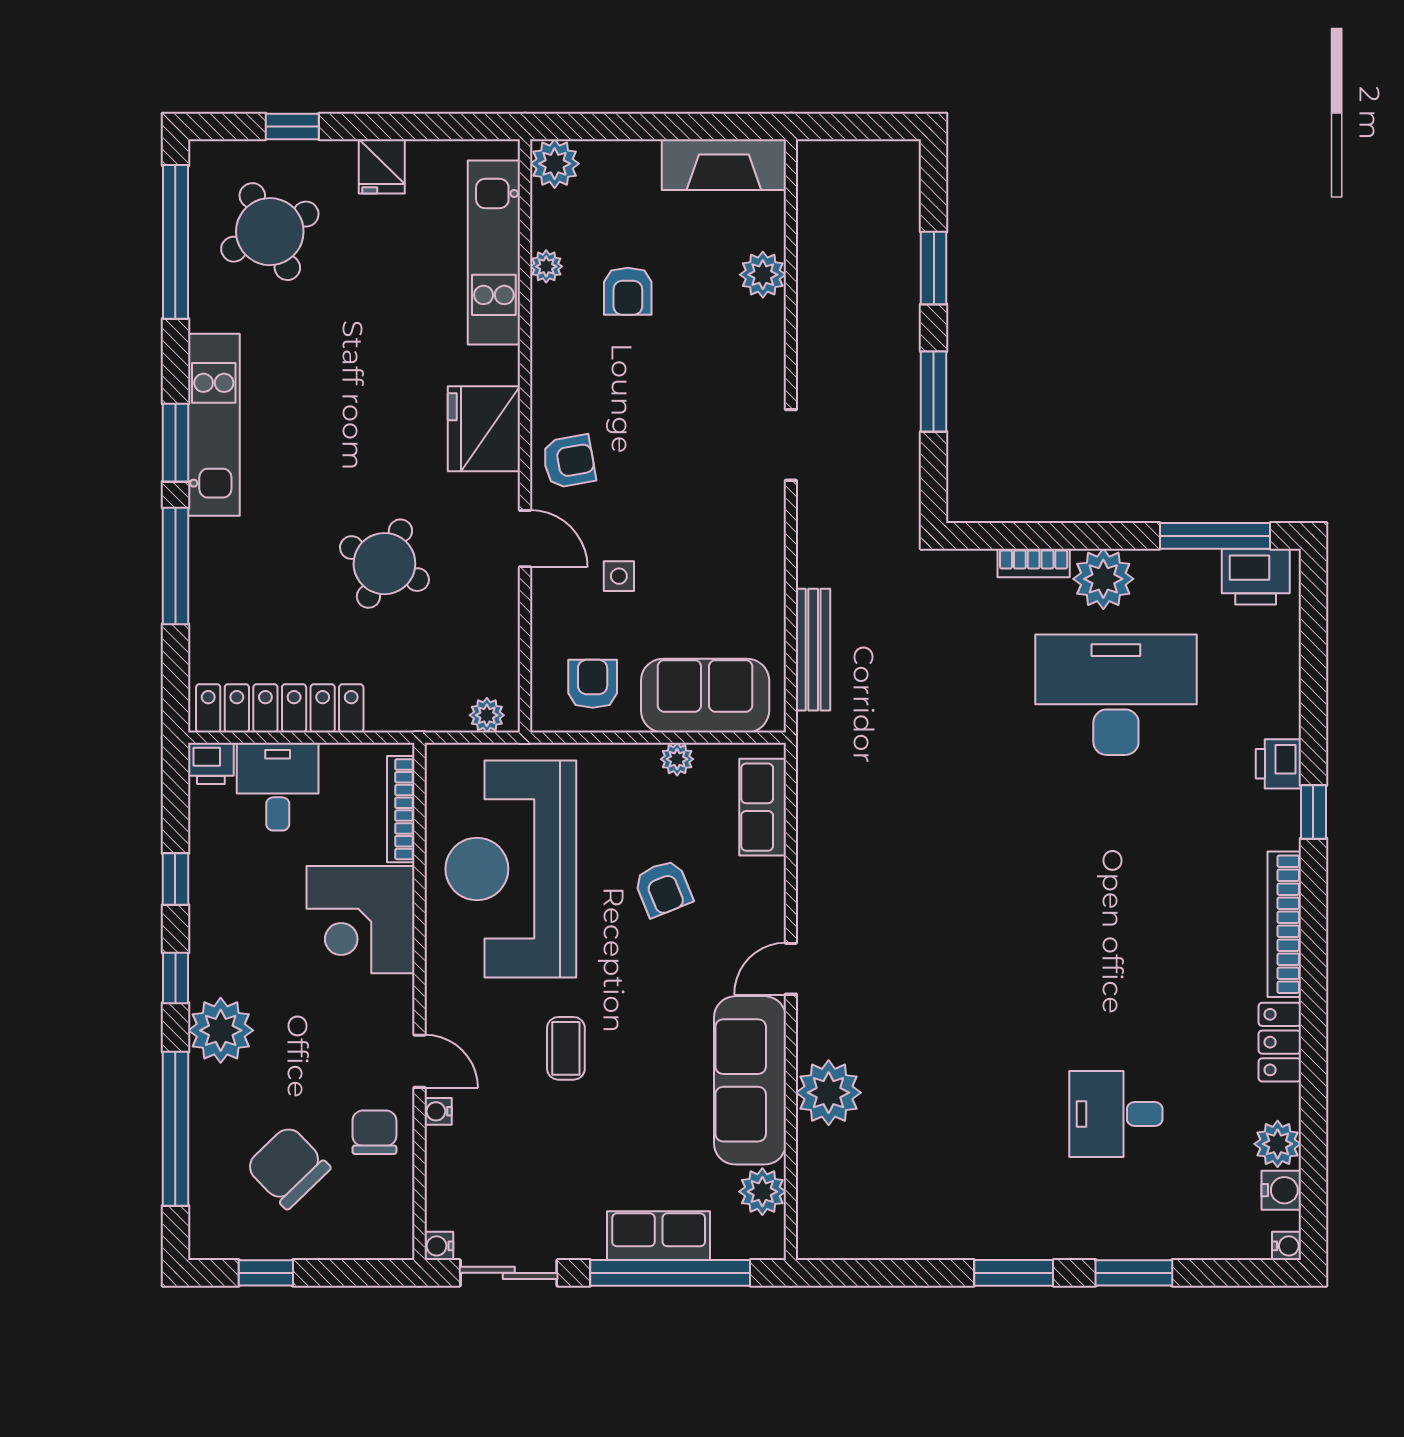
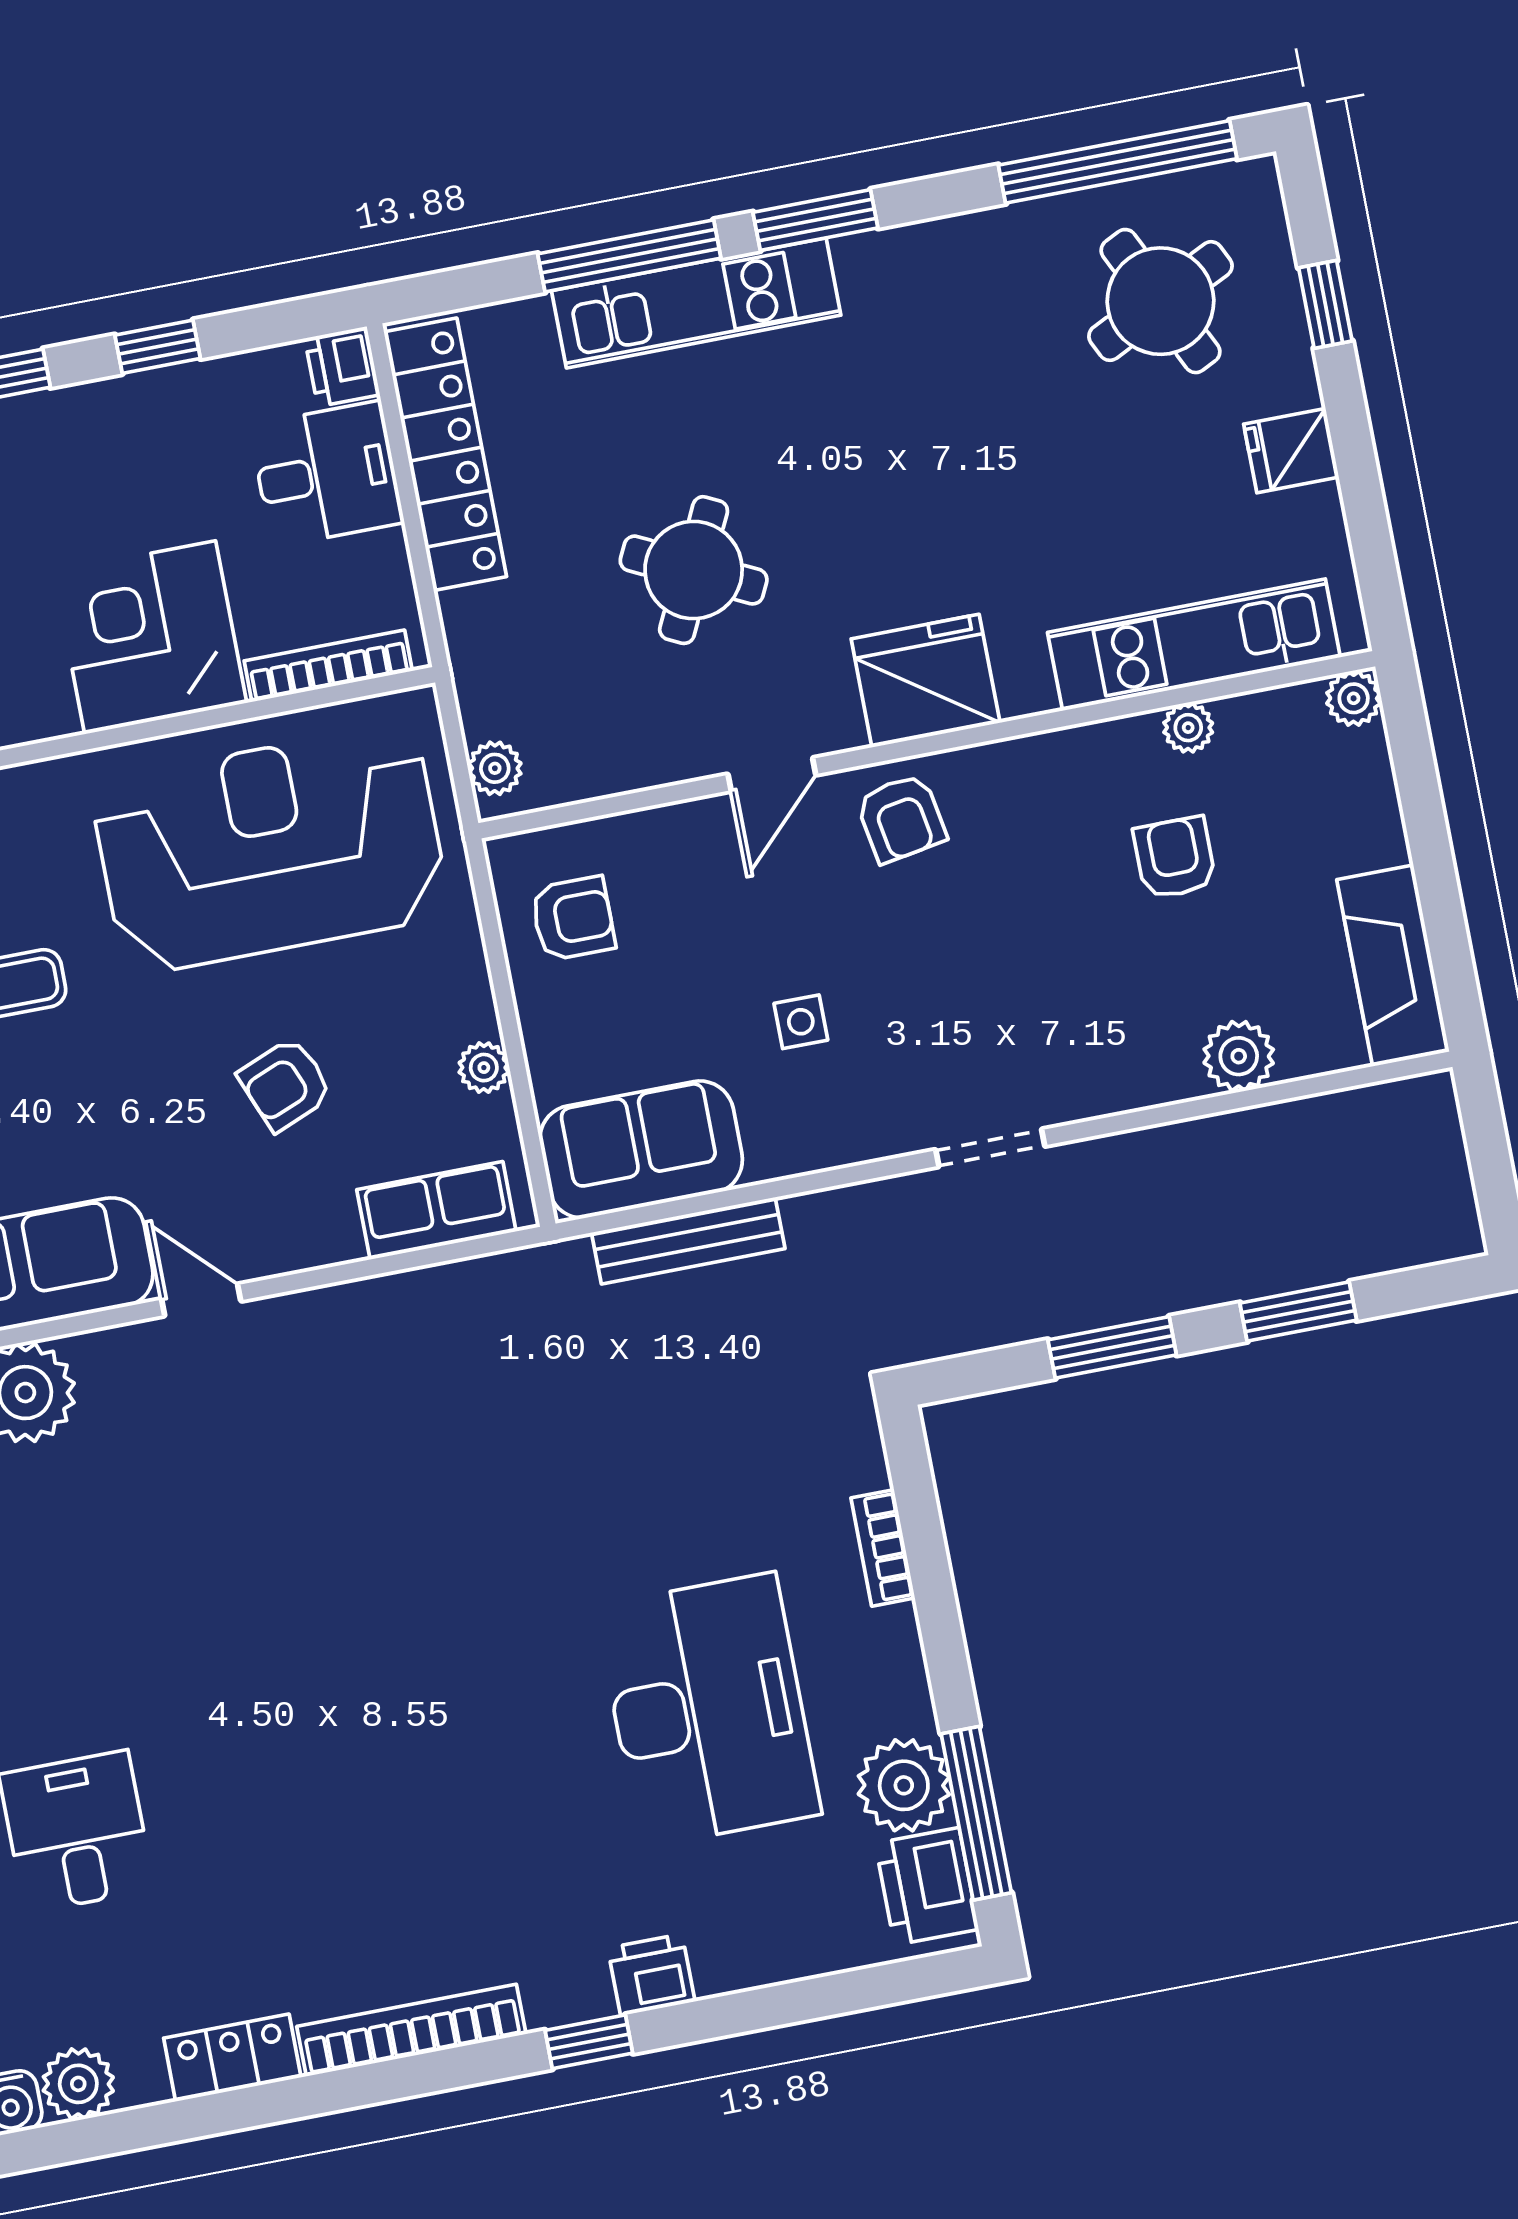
plant: (555, 164) -> (1354, 698), width x0.73, depth x0.73
armchair: (628, 291) -> (1175, 858), turned 90
kitchen unit: (214, 425) -> (696, 303), moved
side table: (619, 576) -> (801, 1022), moved
plant: (1103, 579) -> (904, 1785), moved
sofa: (705, 696) -> (641, 1149), moved, turned -90

